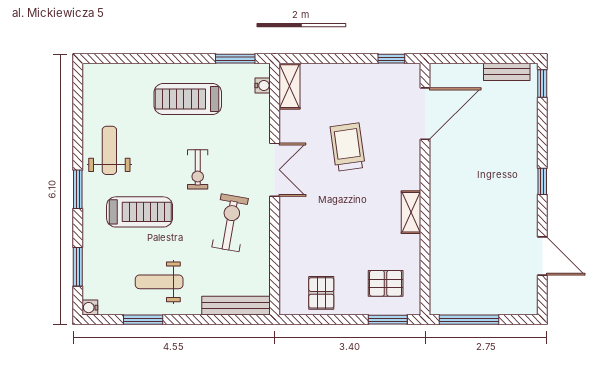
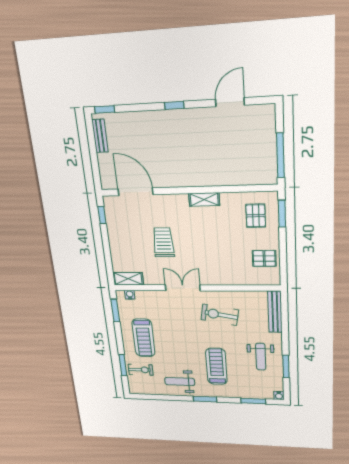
window: (137, 59) -> (123, 365), added
trolley: (348, 147) -> (163, 242), turned 98
exercise bike: (198, 169) -> (141, 370), moved

